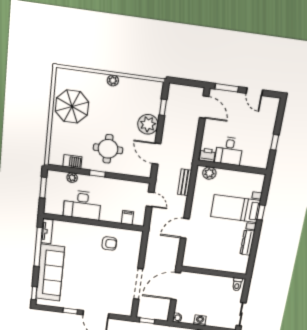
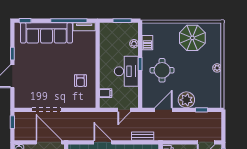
desk: (82, 205) -> (126, 71), moved, turned 180

